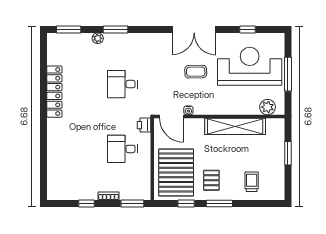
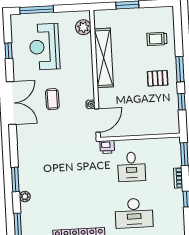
reception desk: (250, 66) -> (44, 47), width x0.74, depth x0.77
window: (288, 74) -> (37, 10), moved
desk: (122, 84) -> (134, 213), moved, width x1.37
pallet: (176, 173) -> (152, 113), removed

